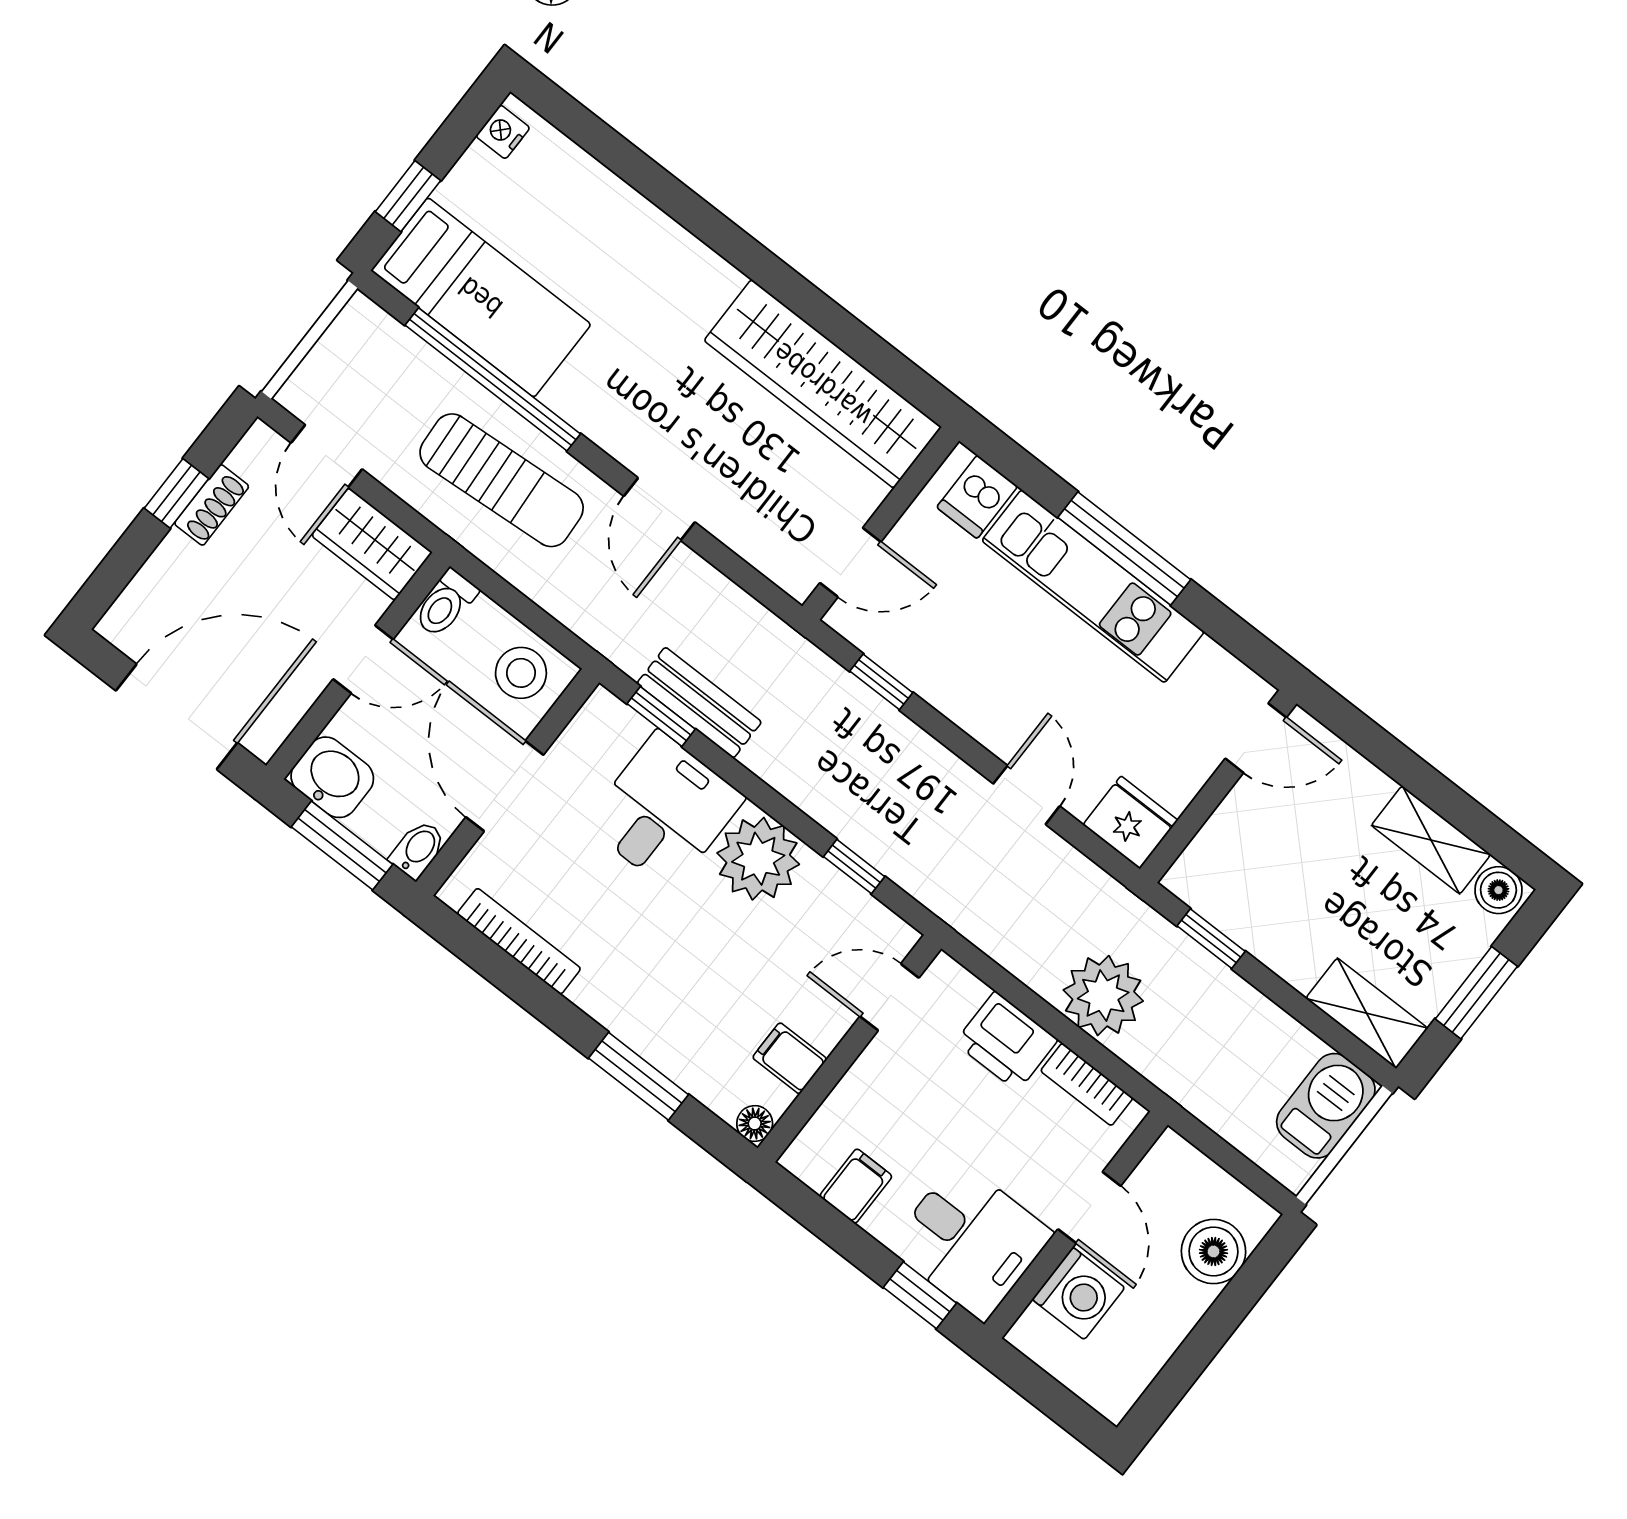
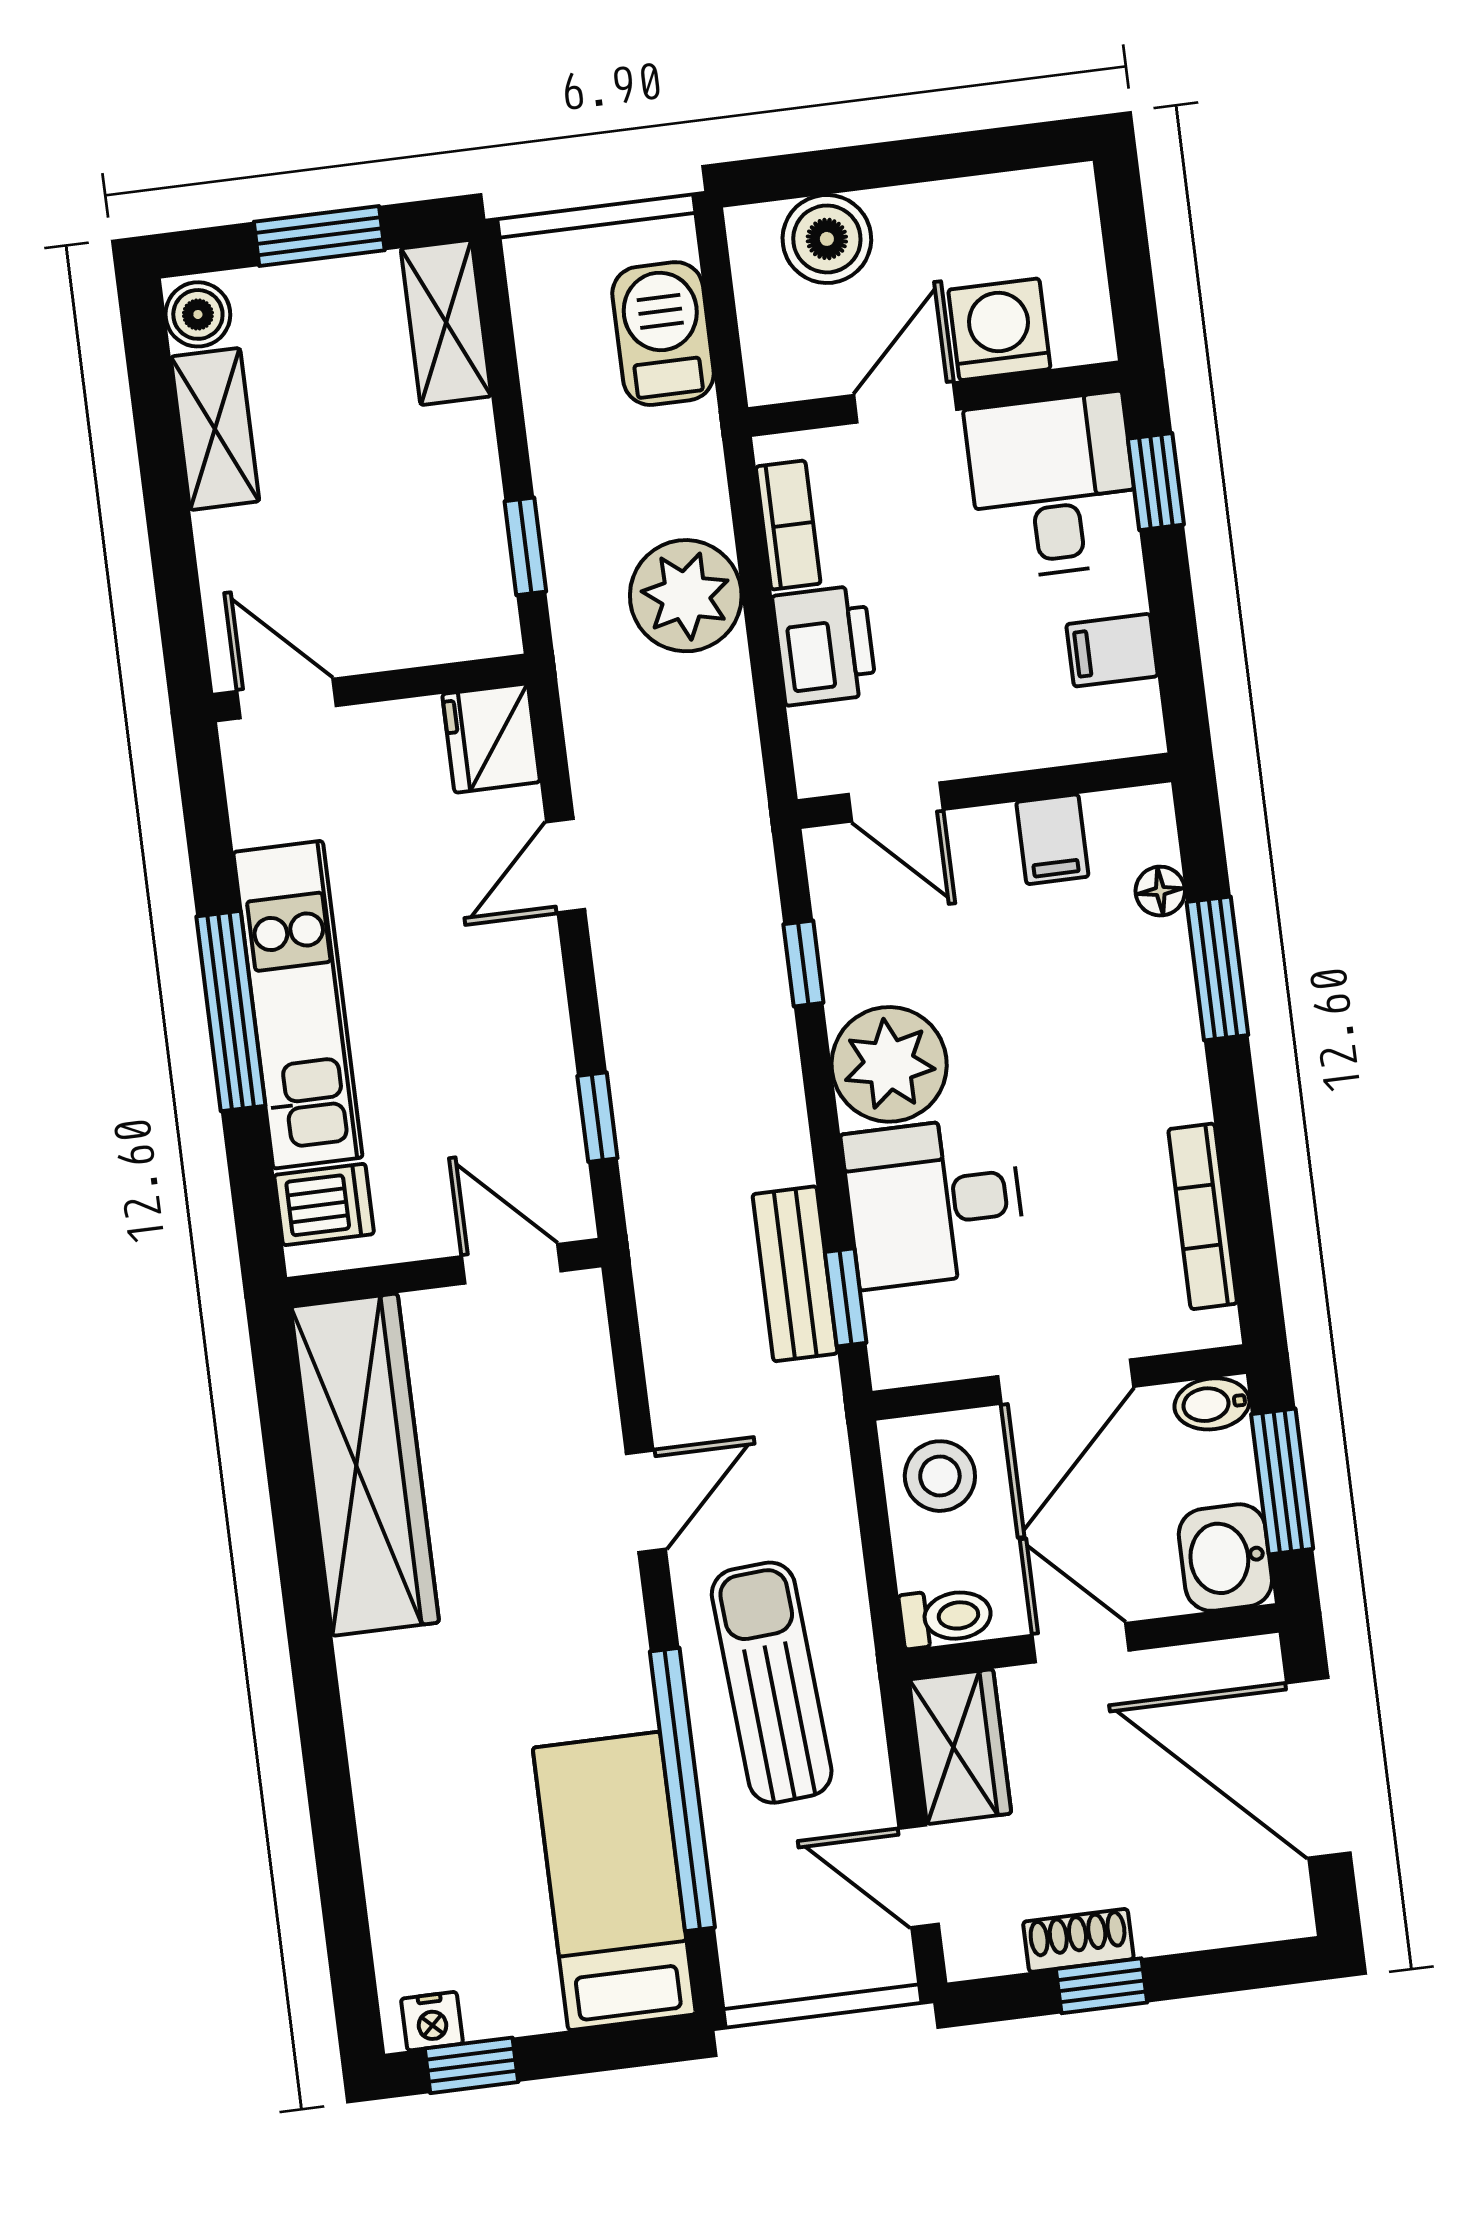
window: (408, 196) -> (471, 2065), moved
door: (327, 456) -> (919, 1876), swing flipped
barbecue: (1326, 1106) -> (663, 334), moved, turned 90
floor lamp: (755, 1124) -> (1160, 891), moved

